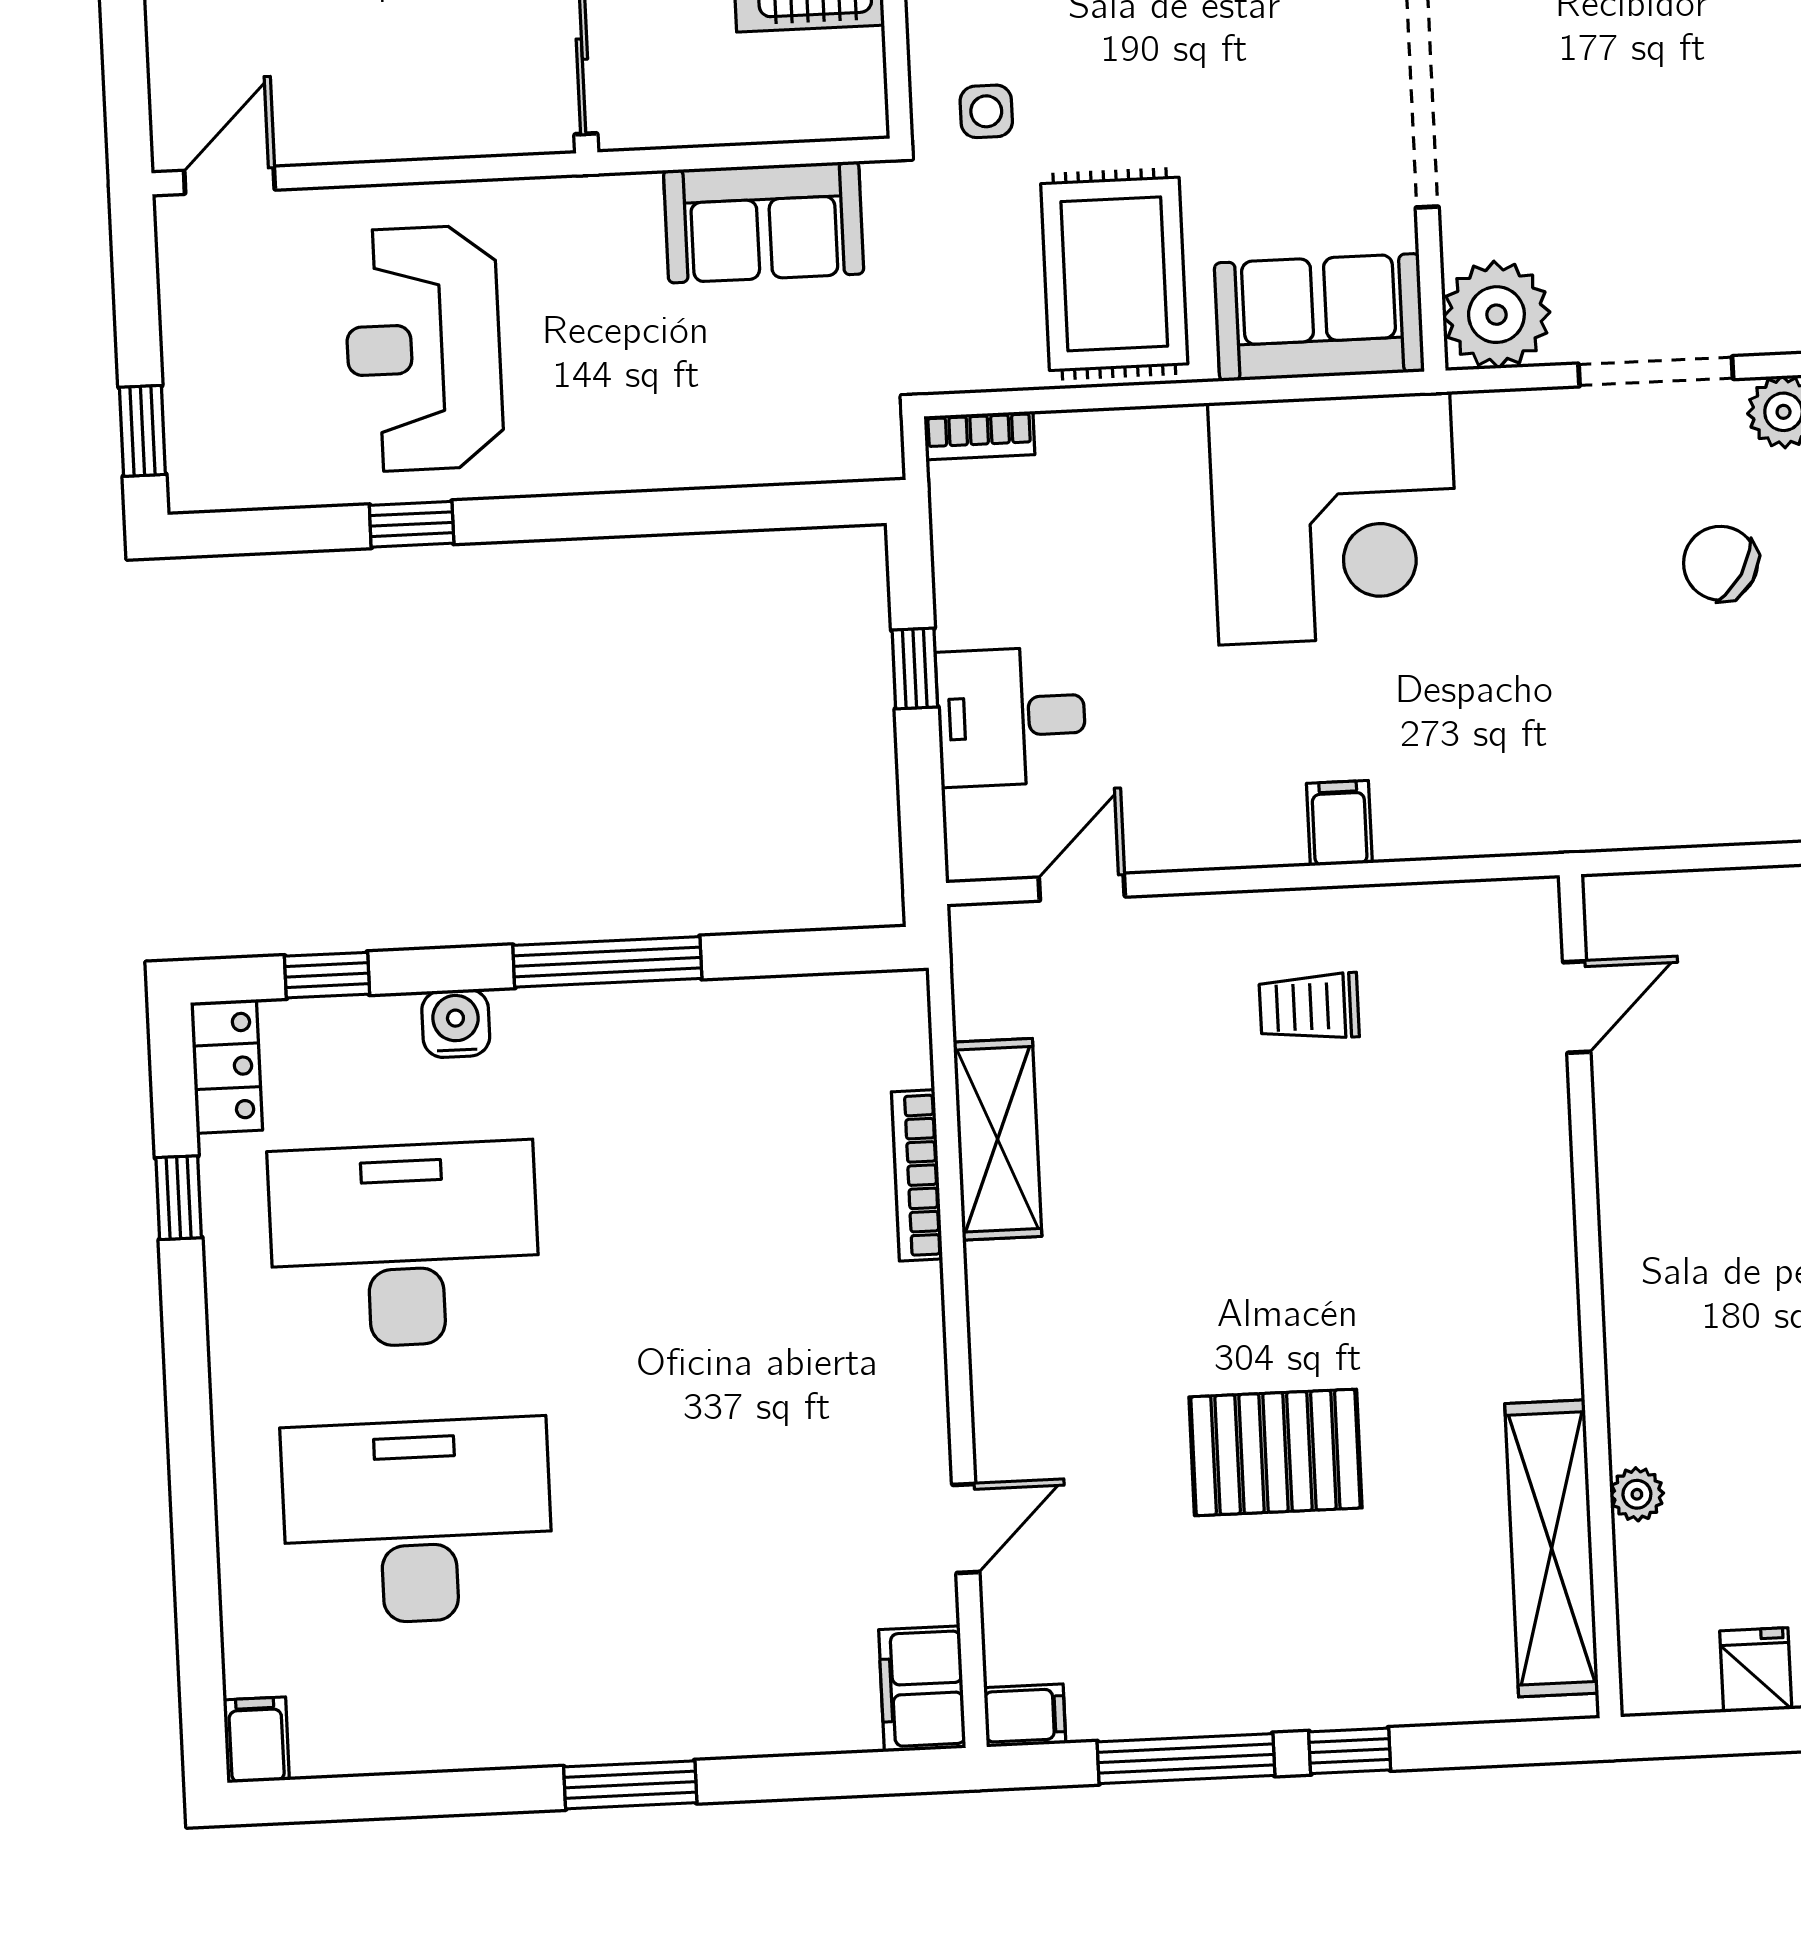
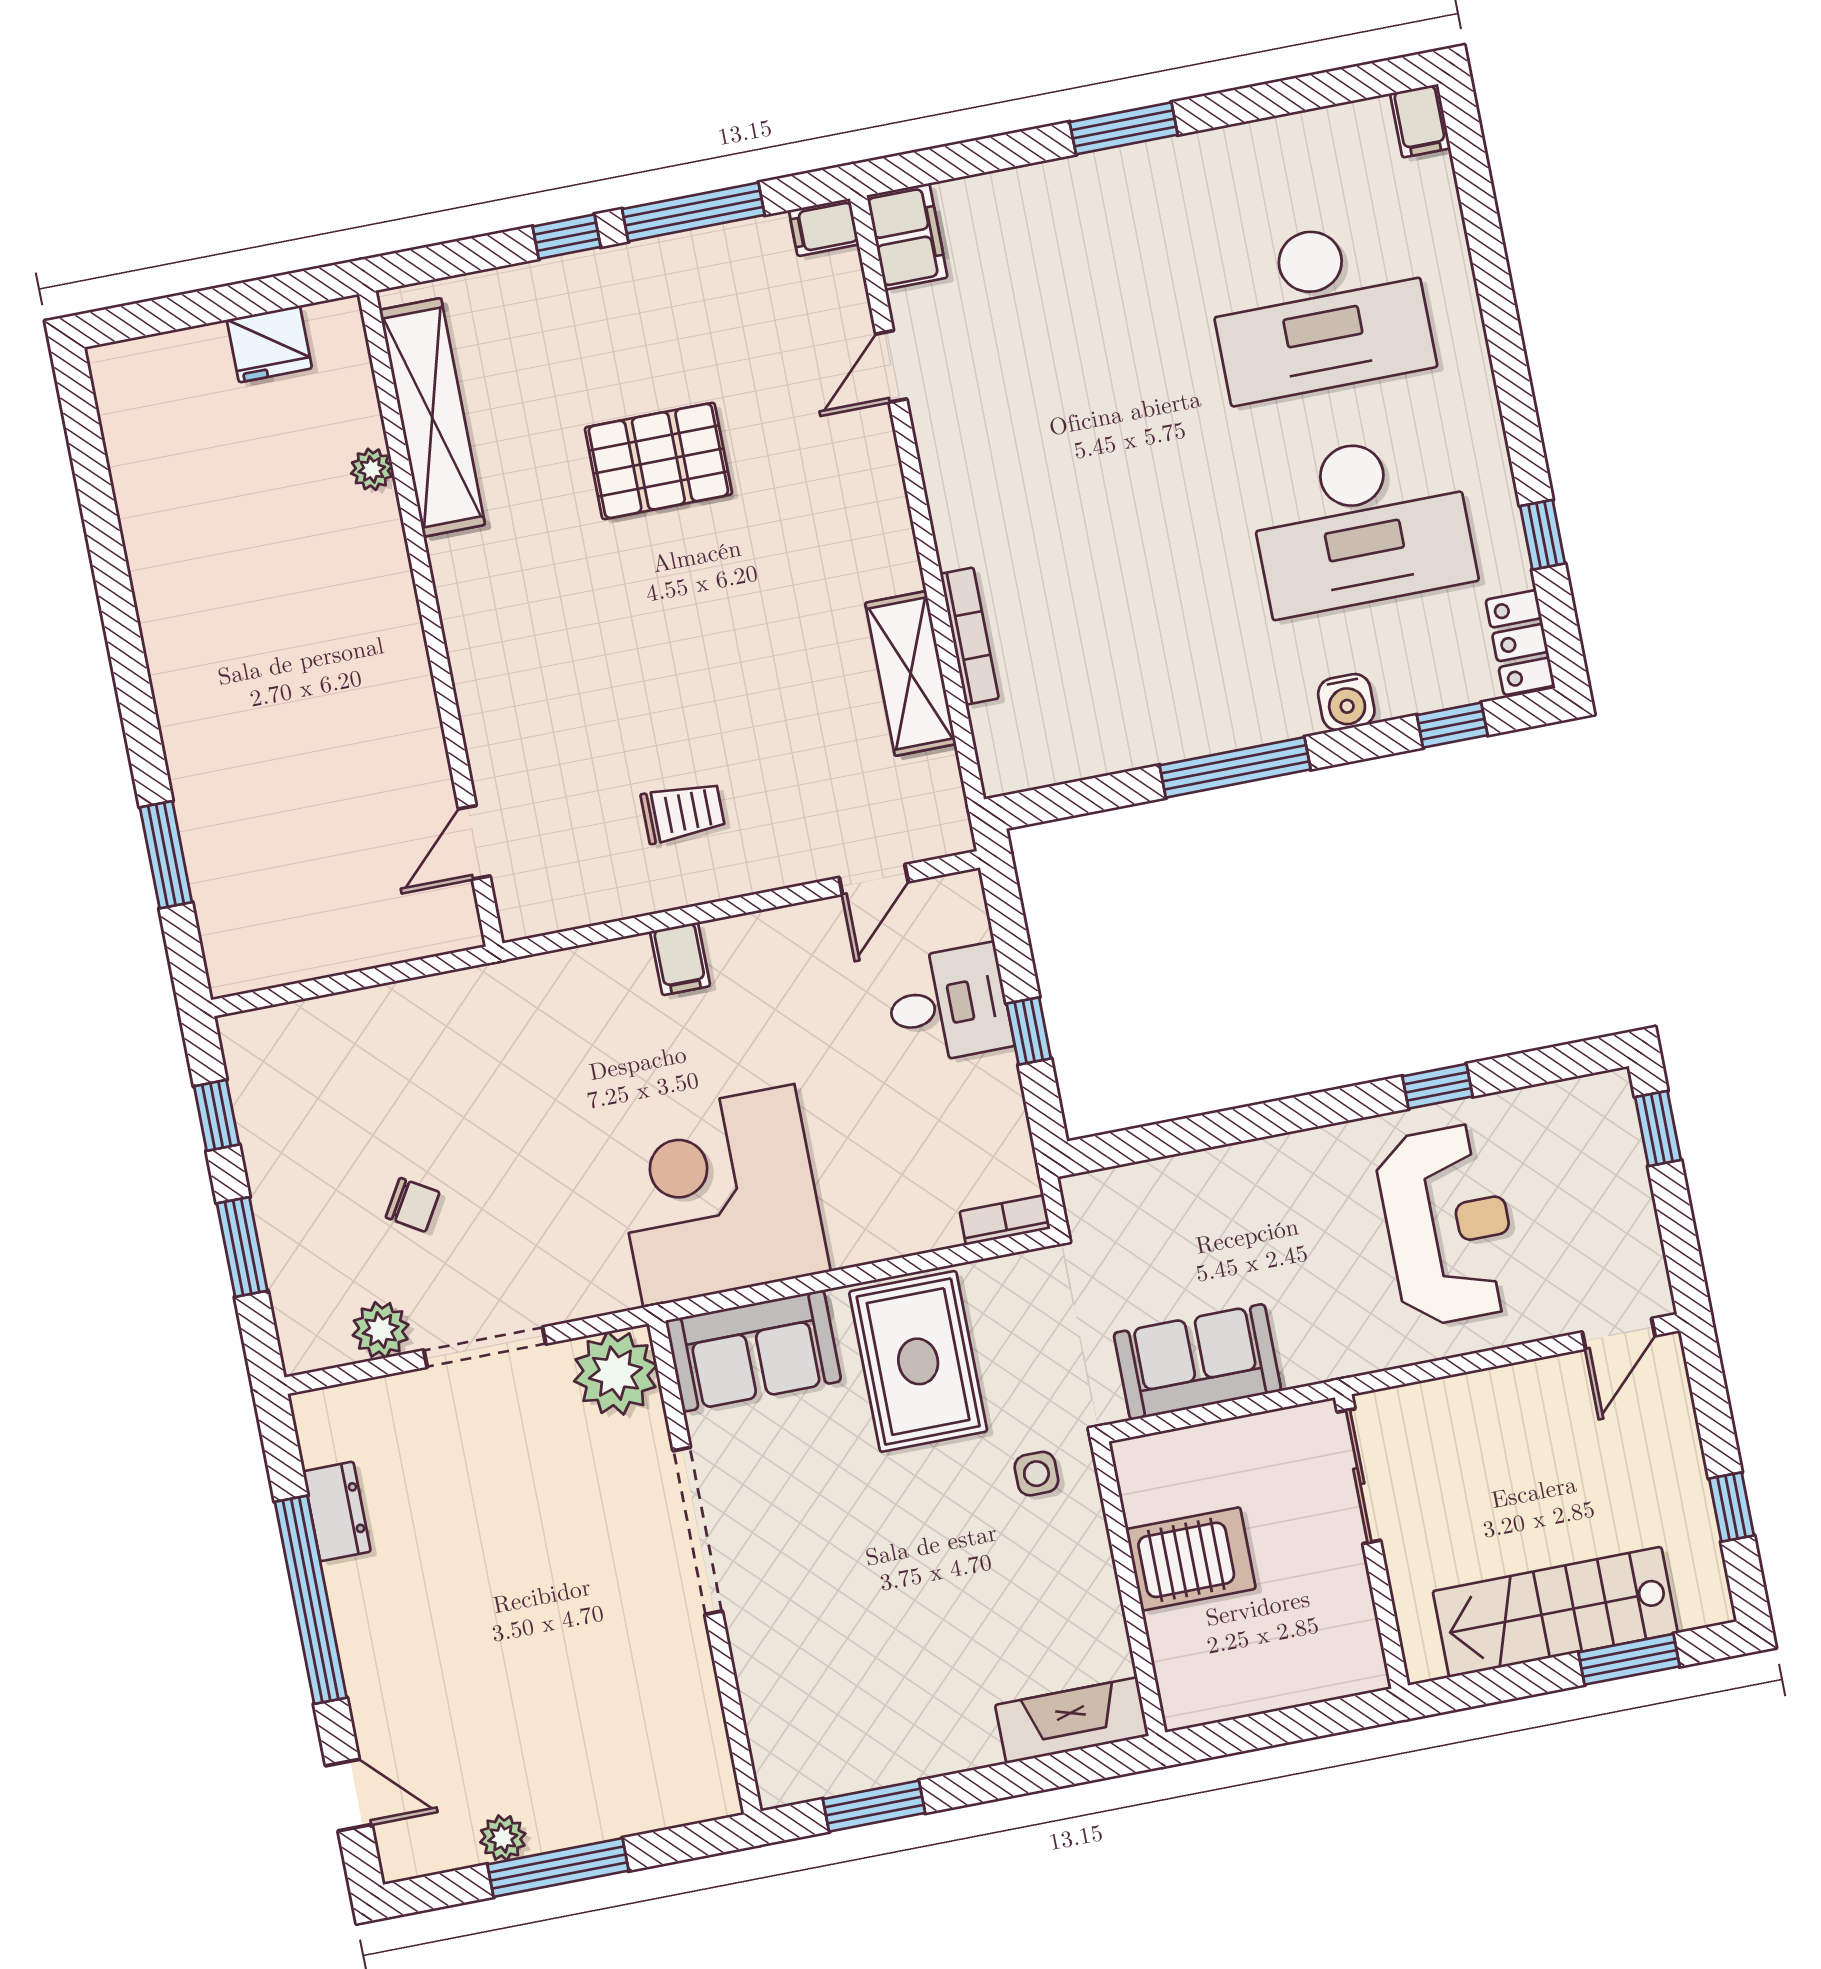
chair: (1720, 563) -> (413, 1205), width x0.73, depth x0.73
fridge: (1756, 1670) -> (269, 344), width x1.38

